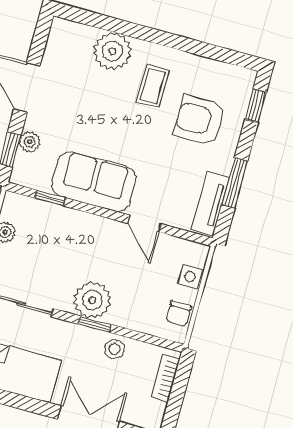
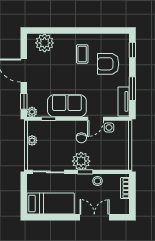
plant: (113, 51) -> (45, 43), moved
plant: (30, 142) -> (32, 112), moved
door: (144, 224) -> (96, 119), hinge flipped
side table: (190, 276) -> (109, 127), moved
chair: (179, 314) -> (81, 138), moved

